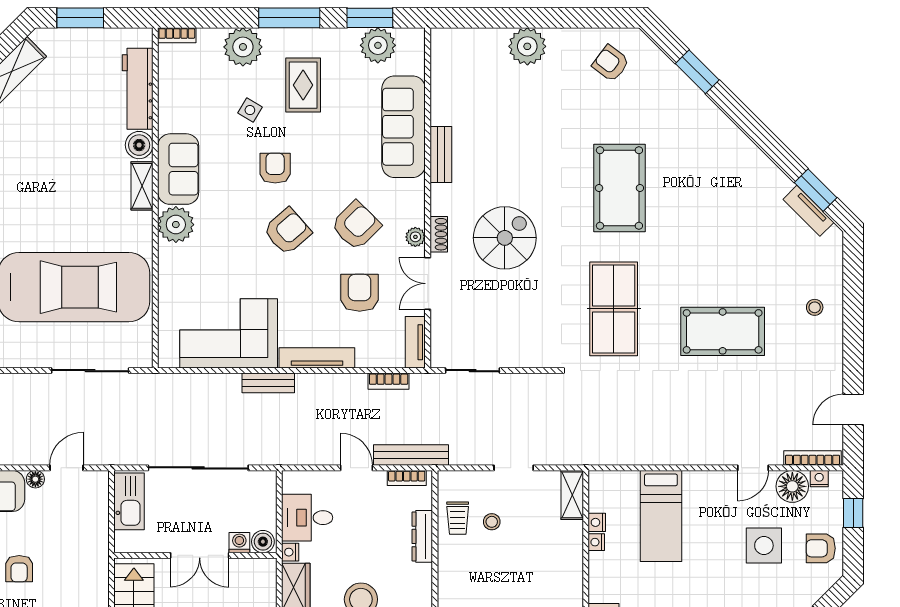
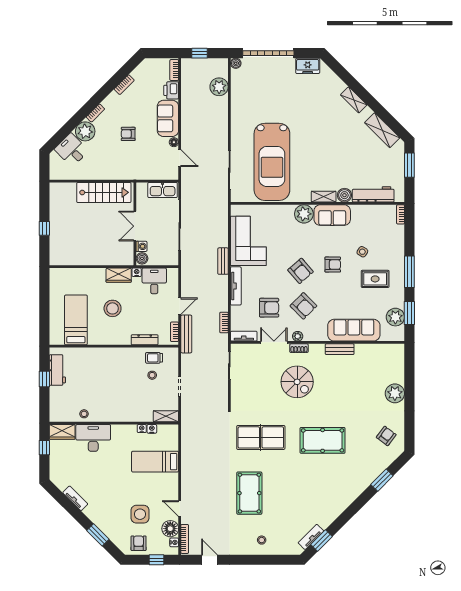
plant: (243, 47) -> (395, 248), removed

